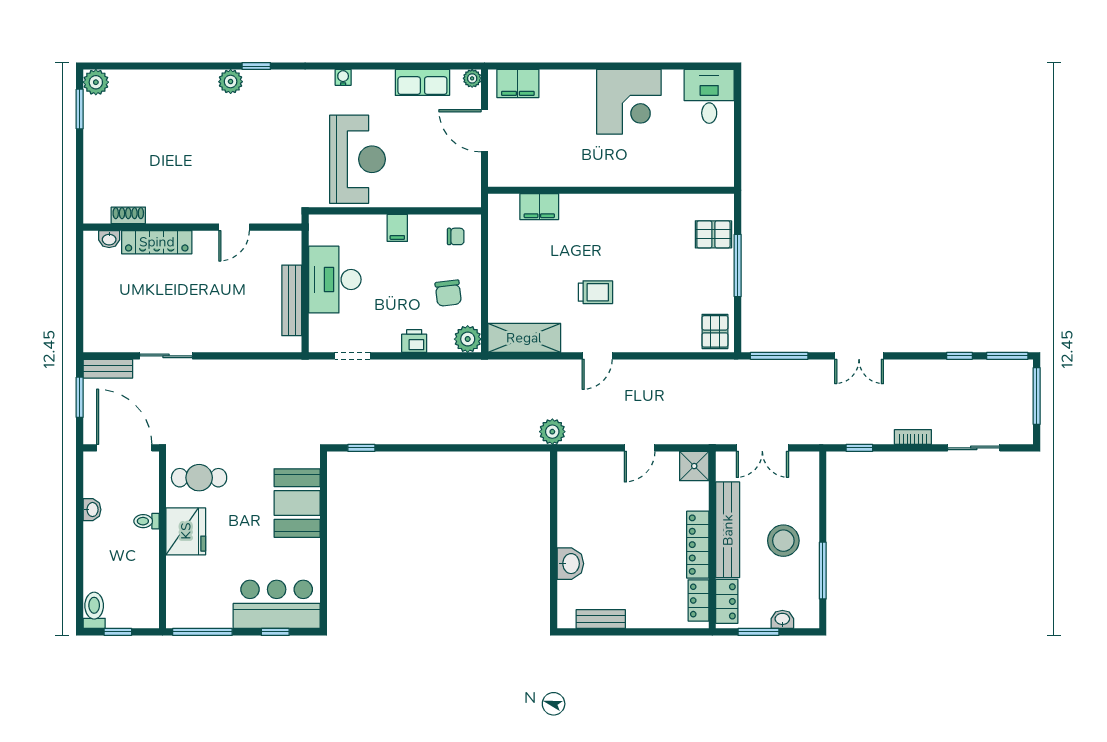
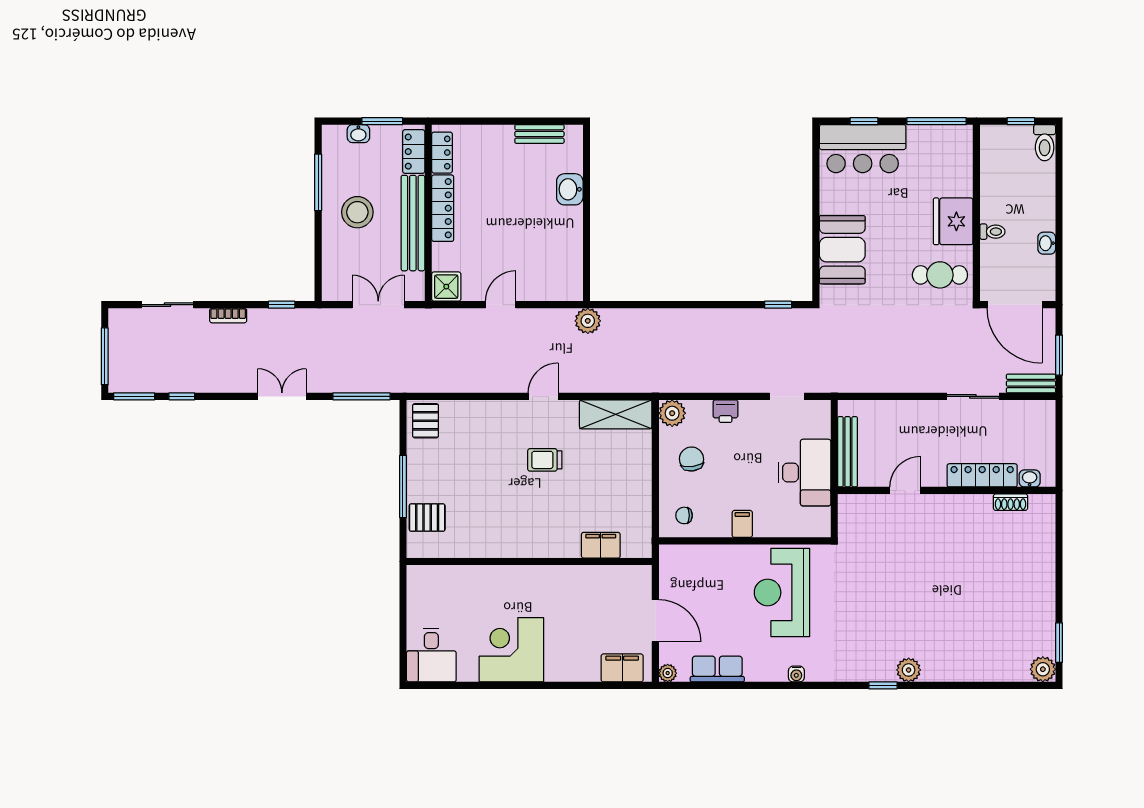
shoe rack: (128, 215) -> (1011, 502), moved
wall: (192, 227) -> (947, 490), moved
door: (234, 227) -> (905, 490), moved
washbasin: (109, 239) -> (1030, 478), moved
locker: (157, 242) -> (982, 475), moved

